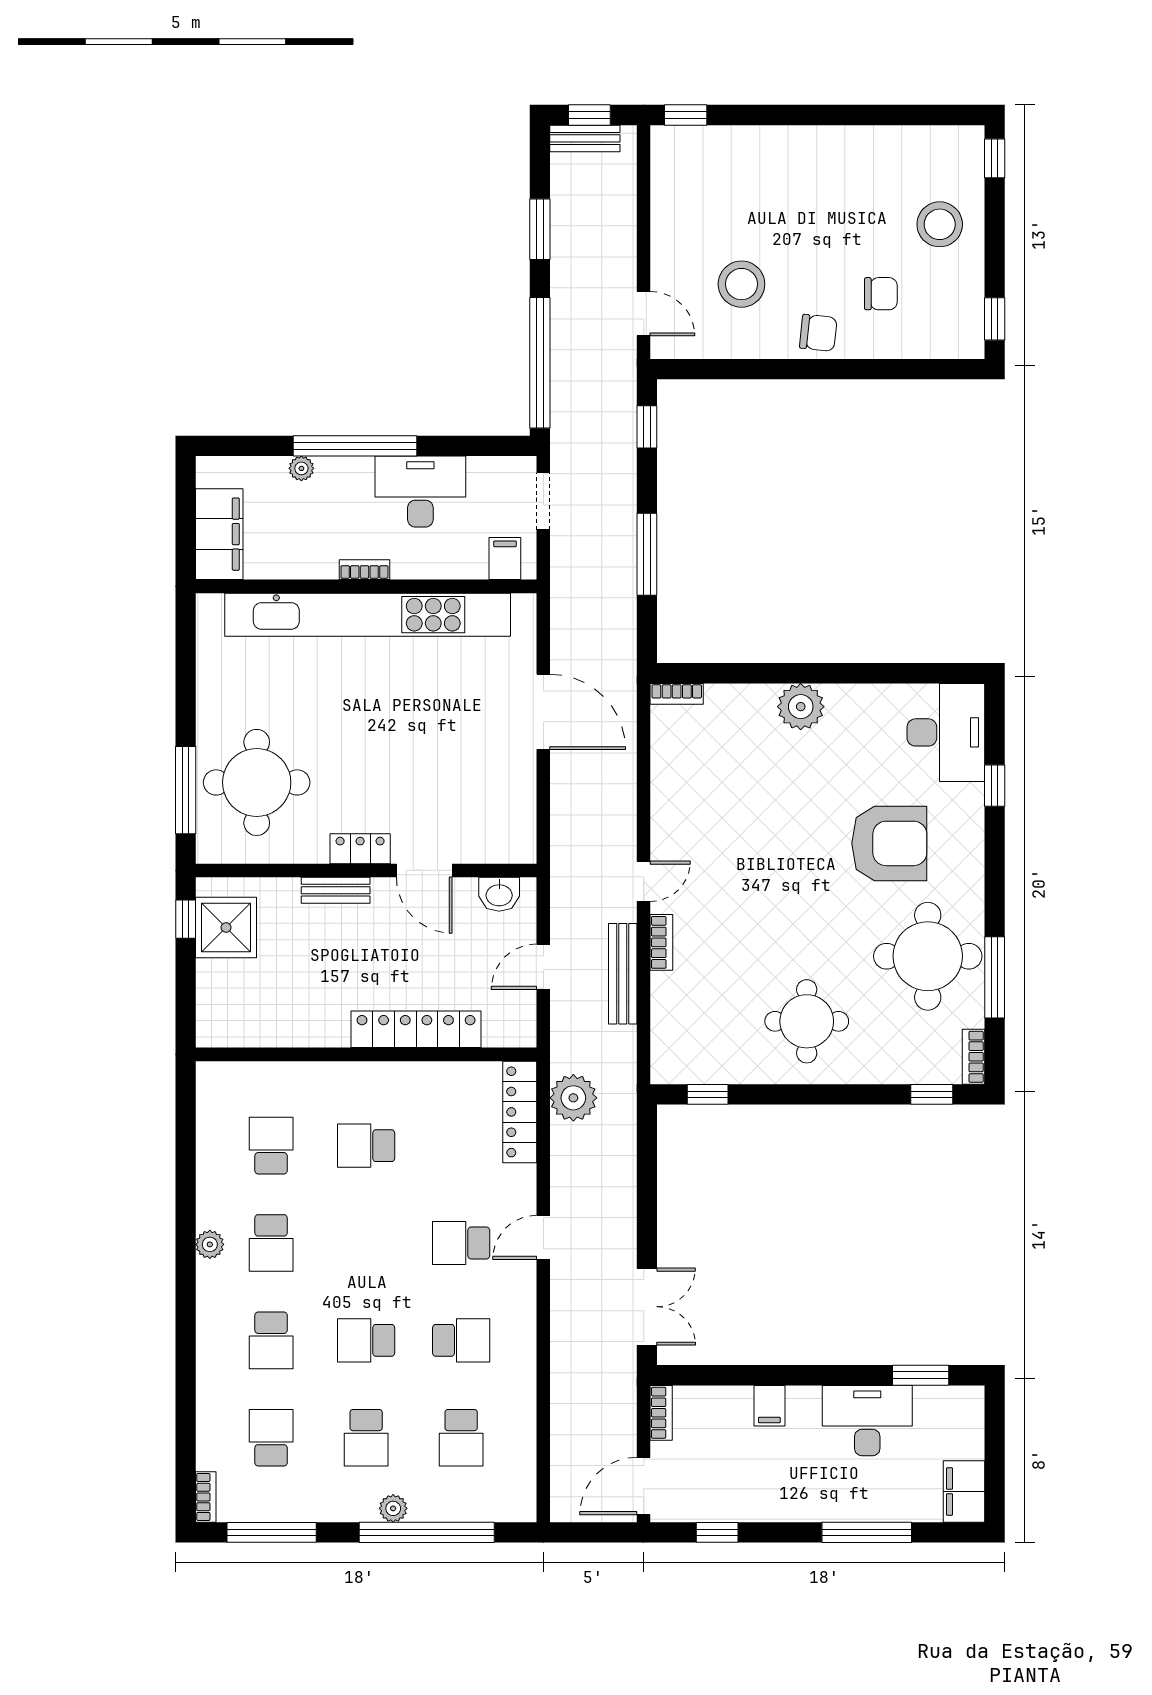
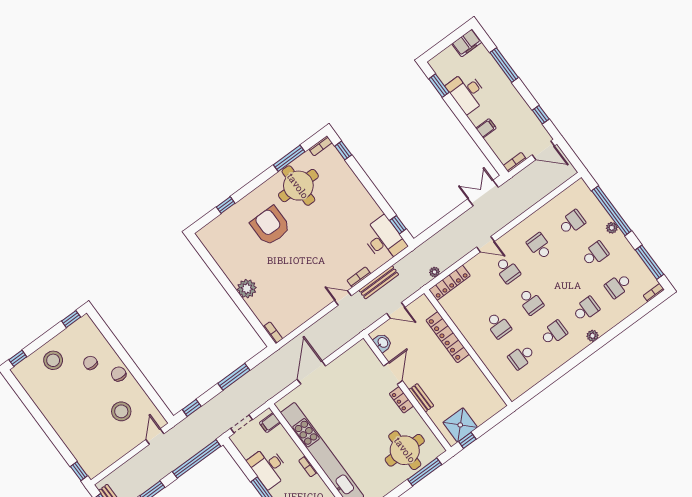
desk: (946, 732) -> (384, 239), moved, turned 90
round table: (807, 1021) -> (350, 210), removed
plant: (573, 1098) -> (435, 272), width x0.53, depth x0.53
plant: (210, 1244) -> (593, 336), moved
school desk: (366, 1340) -> (531, 302), moved

